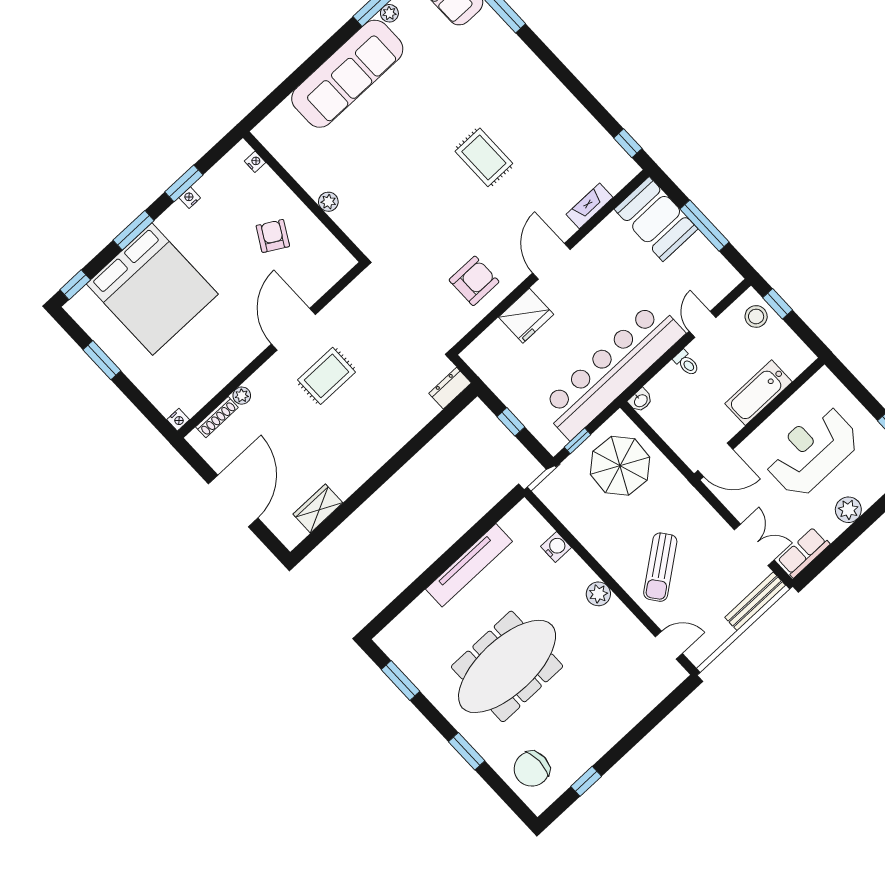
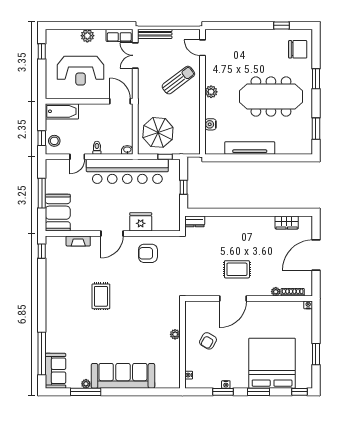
bathtub: (758, 393) -> (62, 111), moved

